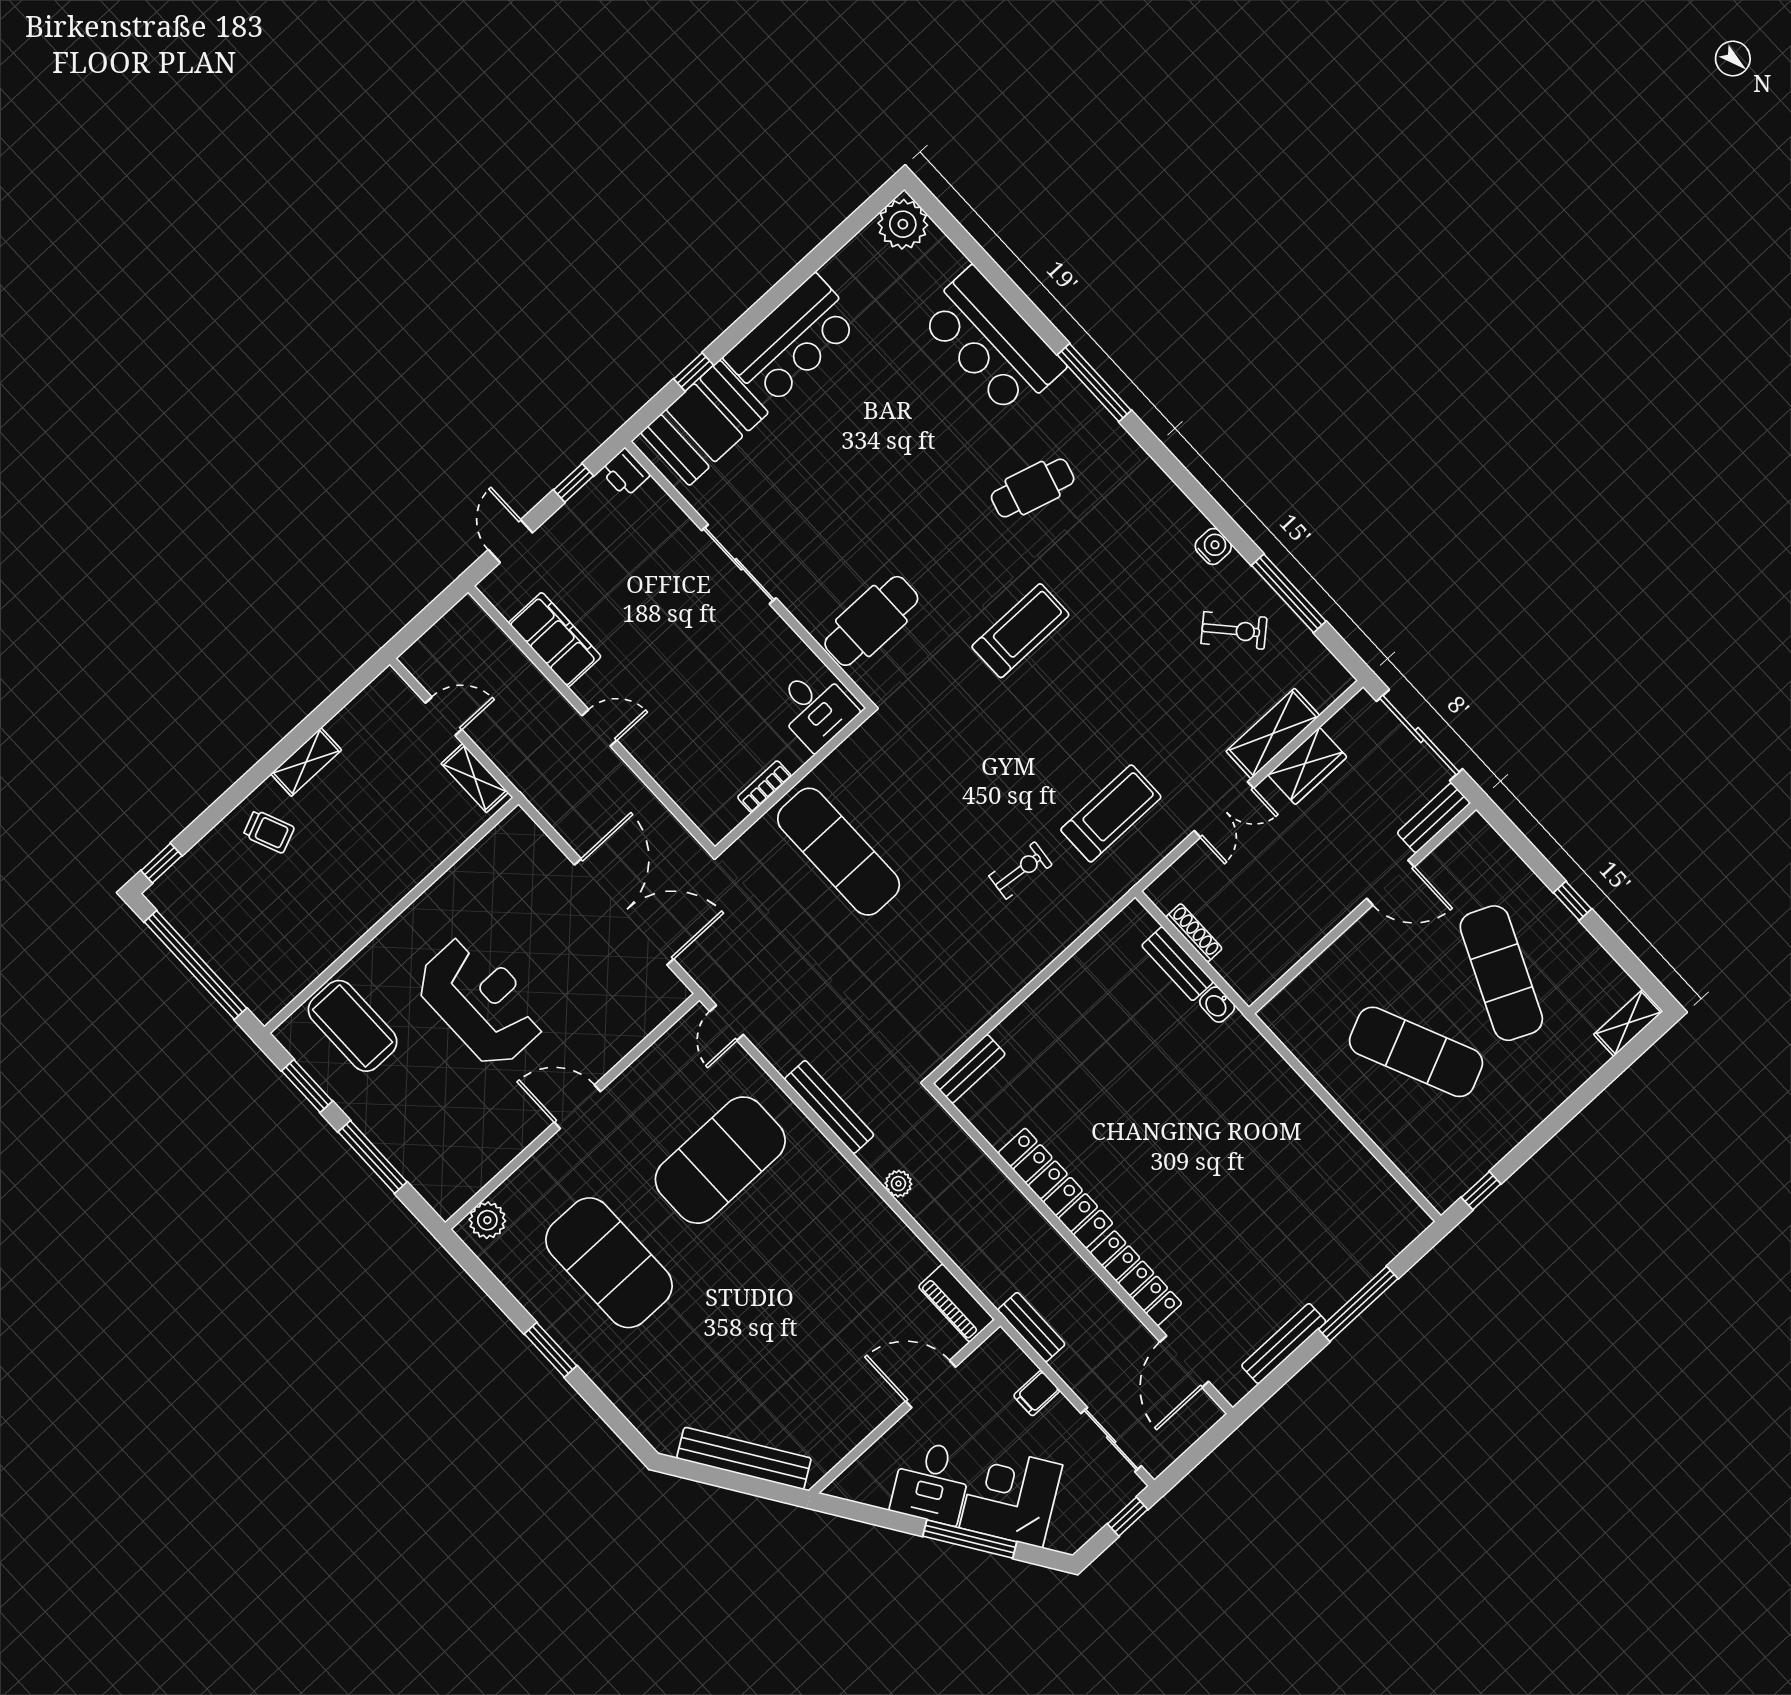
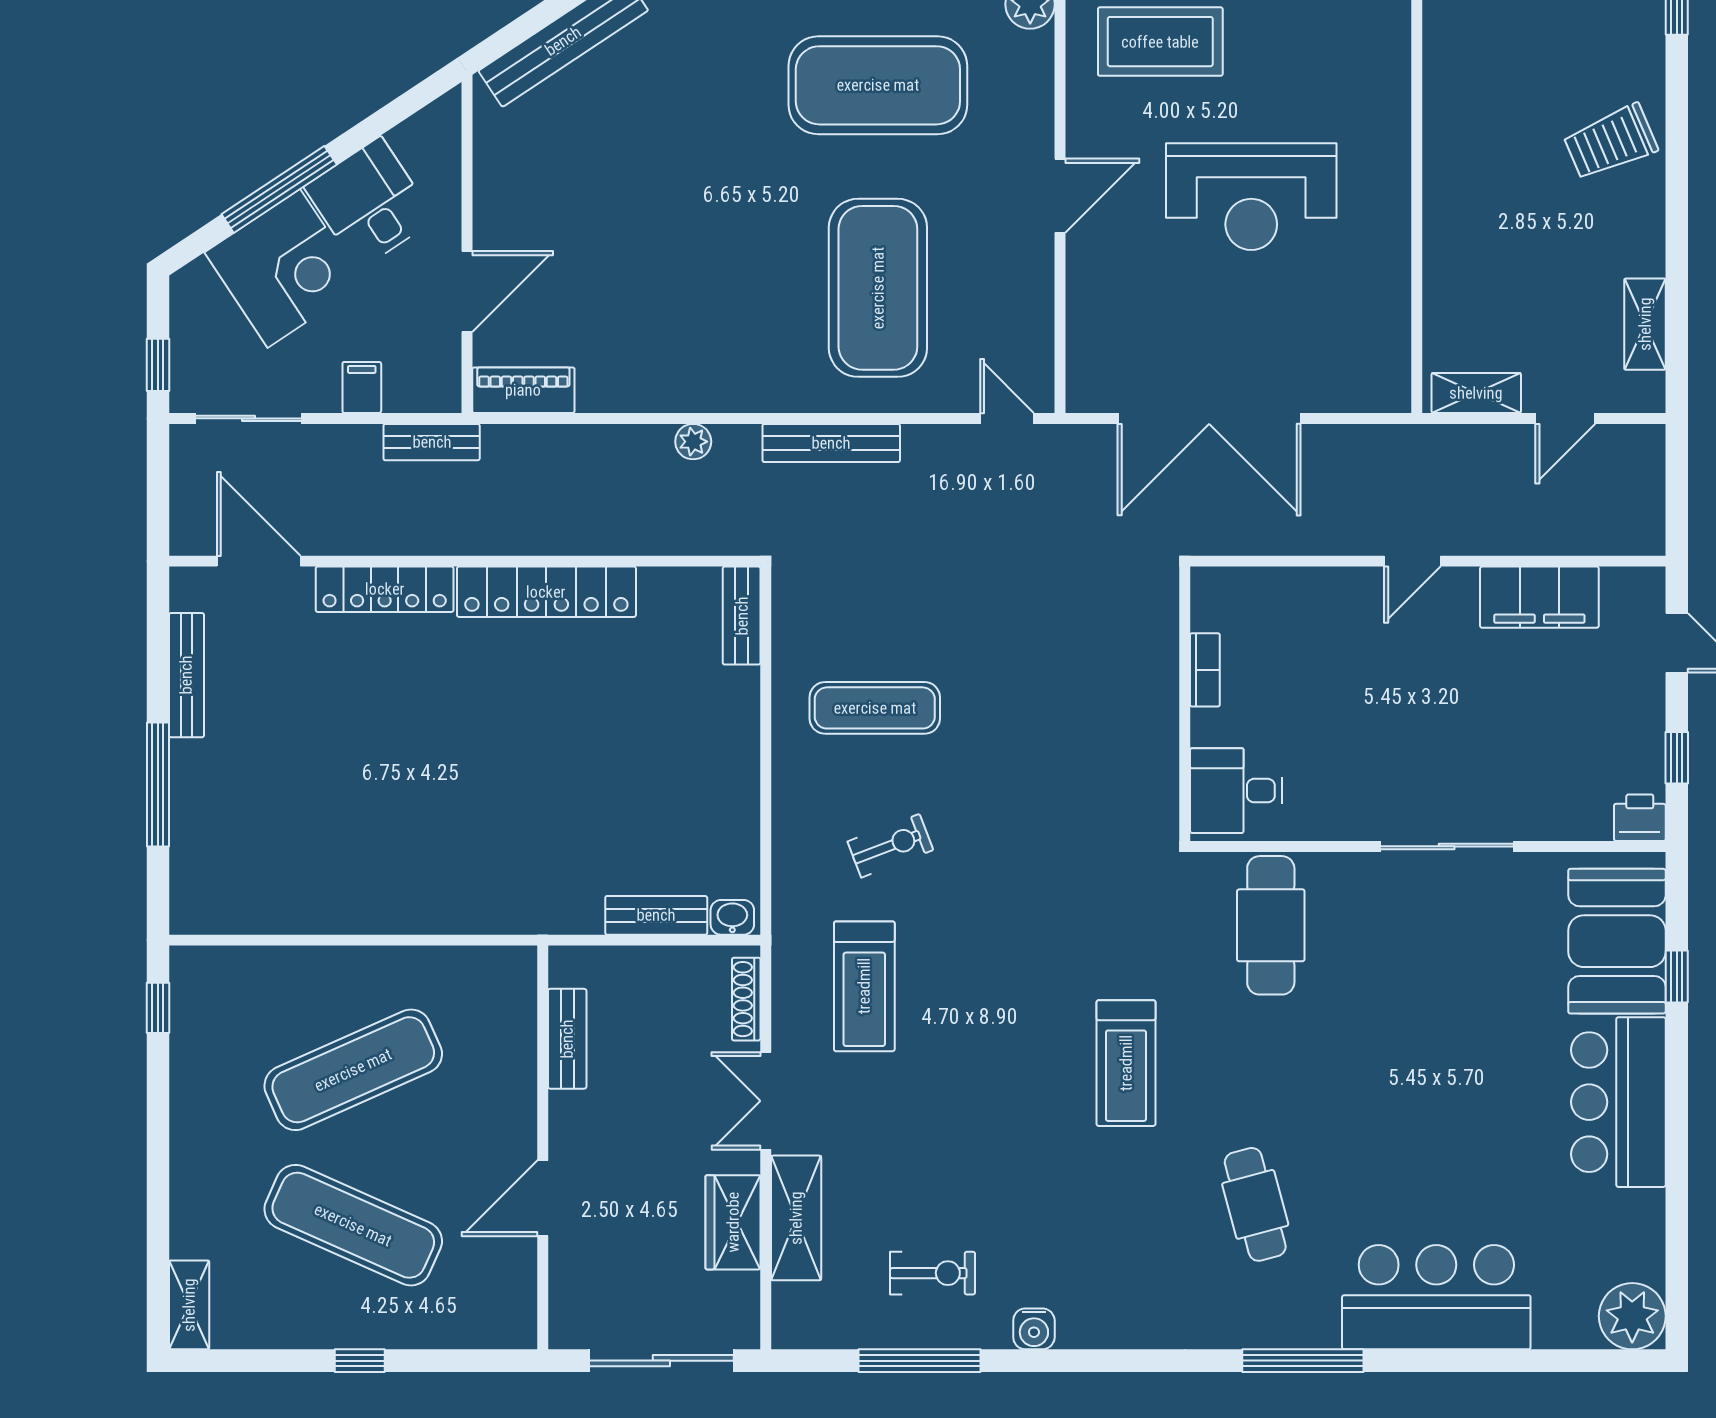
cafe table: (1033, 488) -> (1255, 1204), turned -31
exercise bike: (1234, 630) -> (933, 1273), turned -138
shelving: (306, 762) -> (1645, 324), moved
bench: (1434, 818) -> (567, 1039), moved
trolley: (269, 831) -> (1611, 142), width x1.36, depth x1.39
exercise mat: (839, 852) -> (875, 708), moved, width x0.73, depth x0.69
exercise bike: (1020, 870) -> (890, 846), turned -117
shoe rack: (1194, 933) -> (746, 999), moved, turned 90
washbasin: (1217, 1005) -> (732, 917), moved
coffee table: (353, 1026) -> (1160, 42), moved

